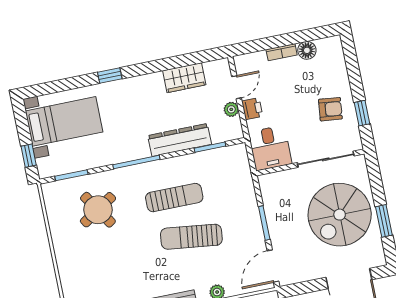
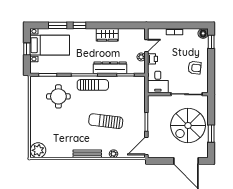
floor lamp: (307, 50) -> (203, 33), moved
wardrobe: (184, 78) -> (107, 35), moved
window: (71, 83) -> (58, 25), added
window: (362, 113) -> (211, 42), moved
window: (29, 156) -> (27, 49), moved
sun lounger: (174, 198) -> (93, 85), moved
round table: (98, 210) -> (58, 96), turned 33

